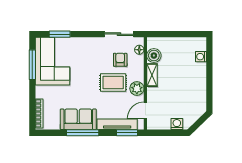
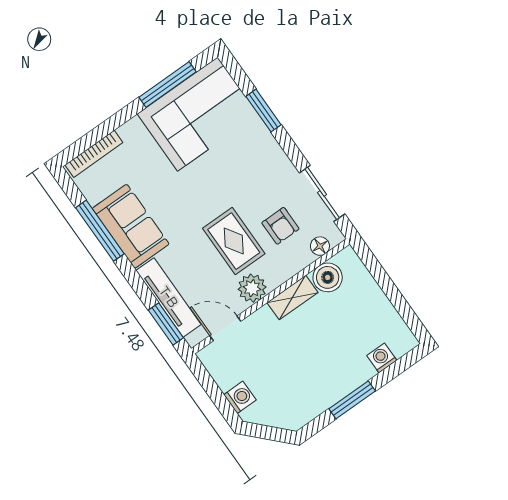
window: (60, 34) -> (263, 111), moved
armchair: (120, 60) -> (280, 226), turned 90
window: (209, 80) -> (352, 400), added
window: (83, 133) -> (100, 231), moved

